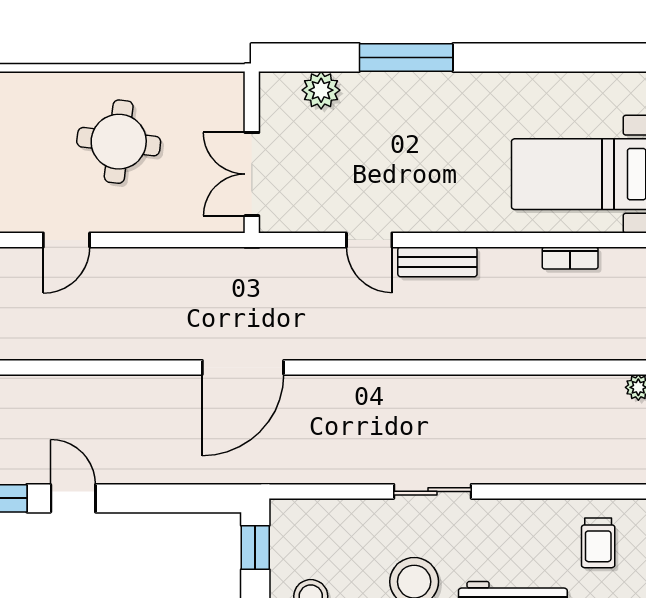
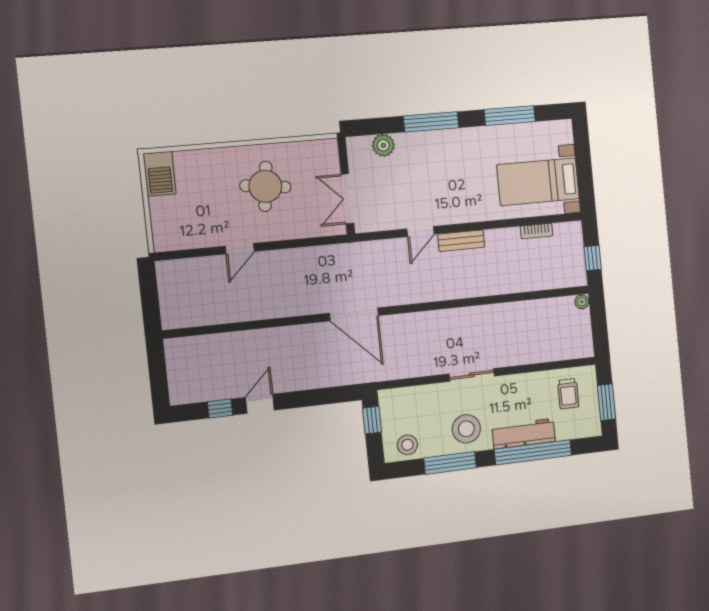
window: (543, 58) -> (510, 116), added
door: (369, 240) -> (420, 232), hinge flipped
door: (243, 367) -> (354, 314), hinge flipped
door: (73, 498) -> (260, 404), hinge flipped

